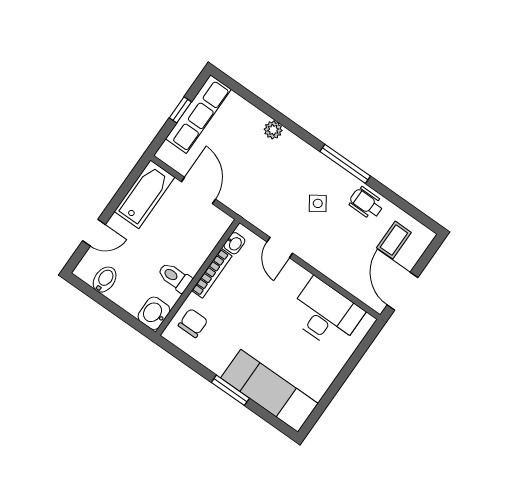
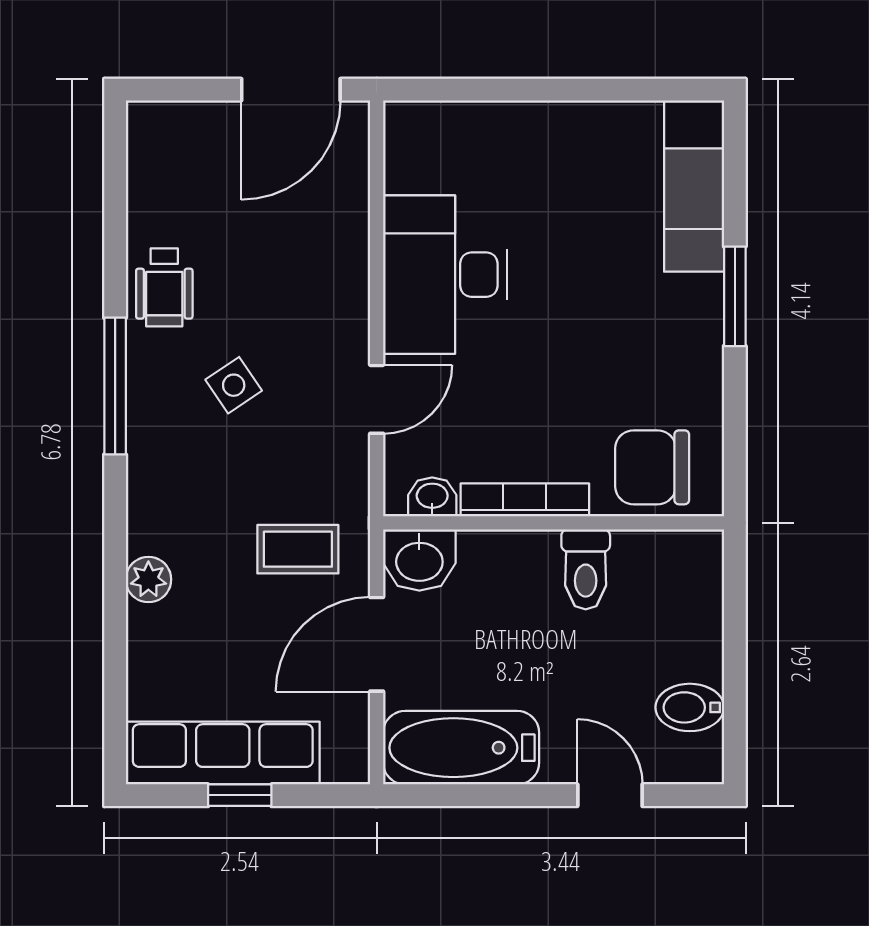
coffee table: (394, 240) -> (298, 549), moved
washbasin: (154, 313) -> (419, 560), moved
desk: (326, 314) -> (445, 275), moved
chair: (193, 323) -> (652, 467), width x1.37, depth x1.37
exam couch: (269, 391) -> (694, 186), width x0.73, depth x0.69

